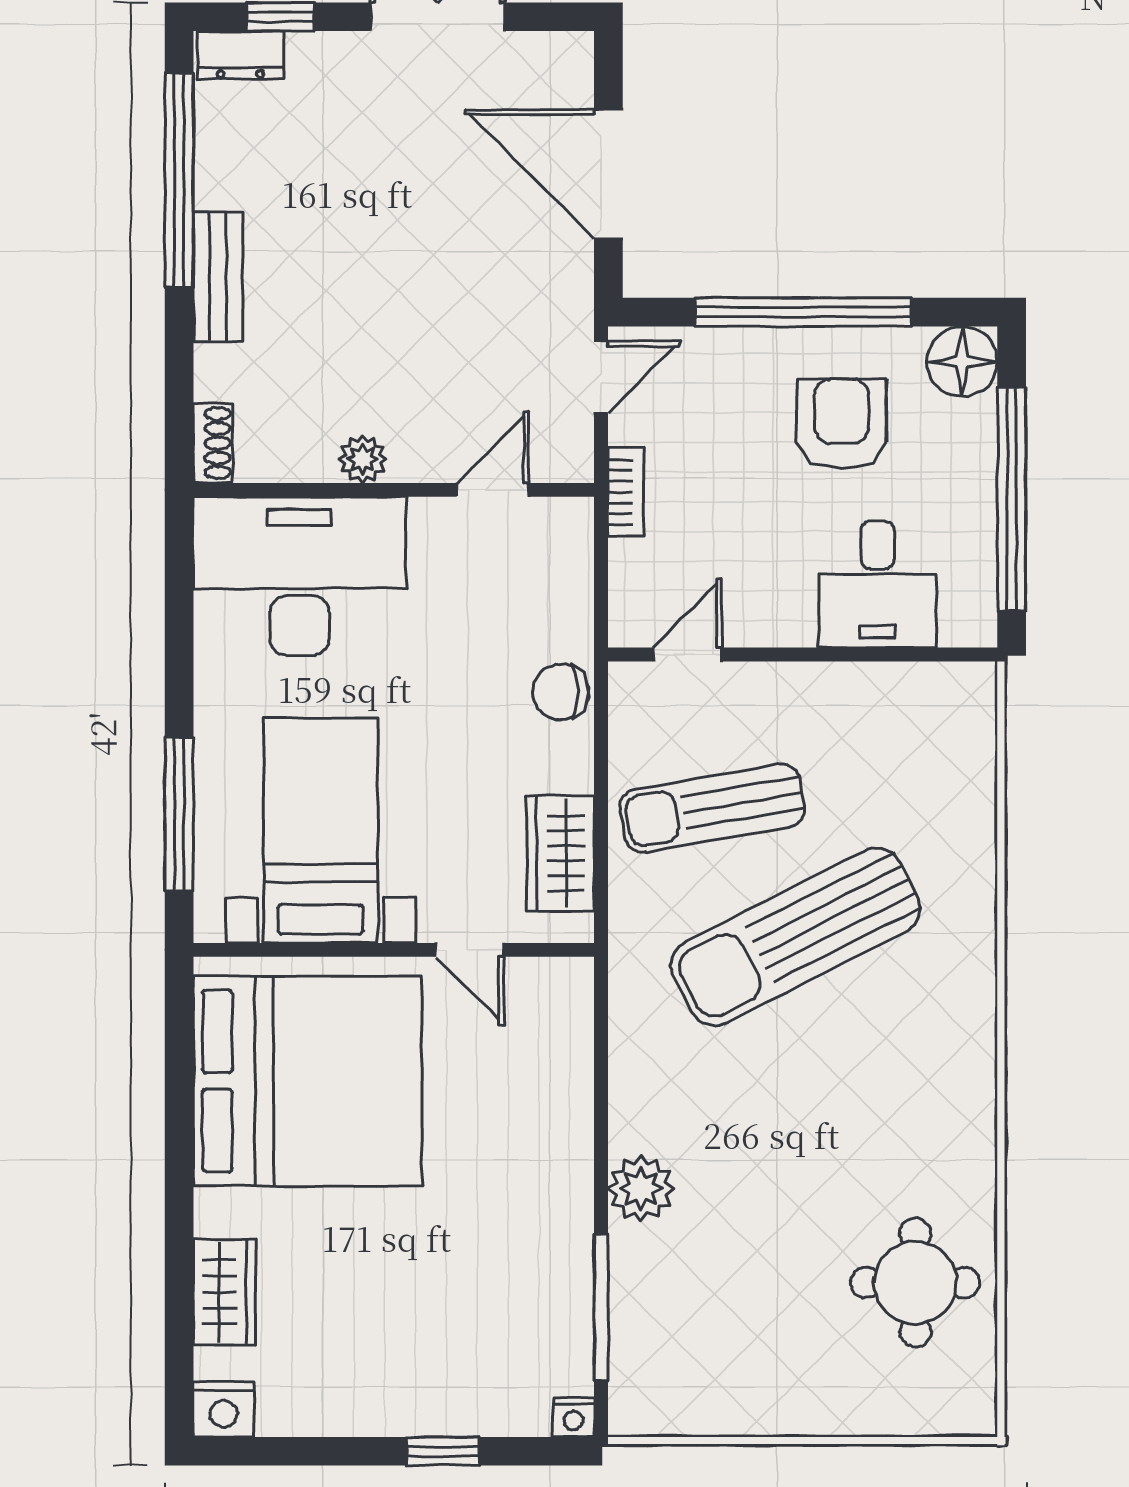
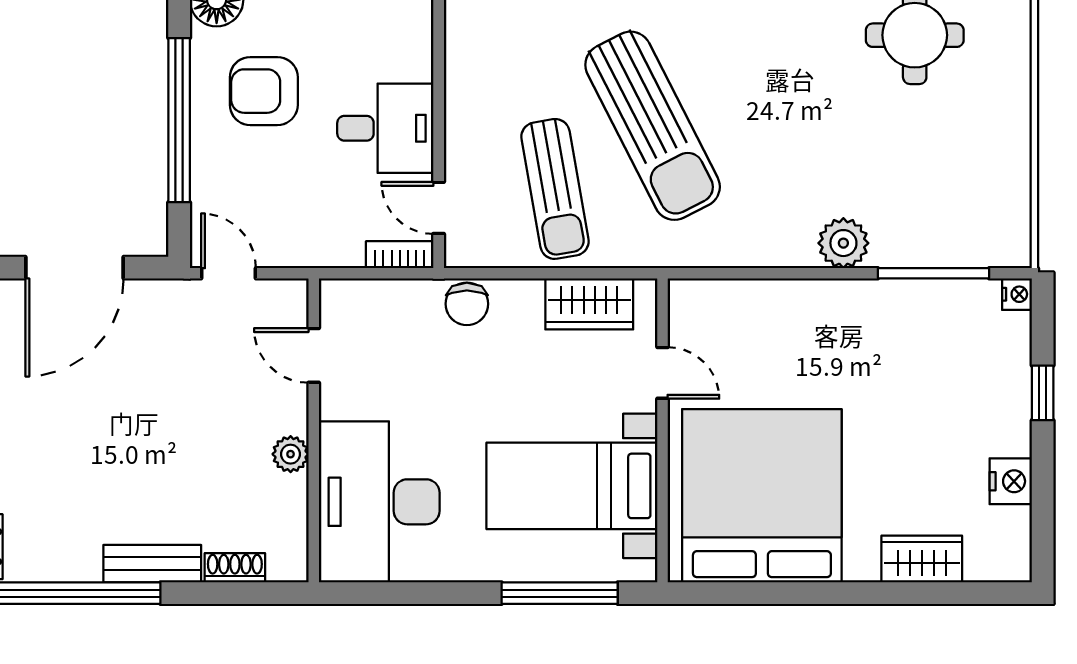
shoe rack: (213, 443) -> (235, 568), moved
bookcase: (626, 492) -> (400, 255), moved
desk: (878, 584) -> (385, 128), moved
door: (470, 950) -> (662, 373), hinge flipped
nightstand: (224, 1409) -> (1011, 481), moved

